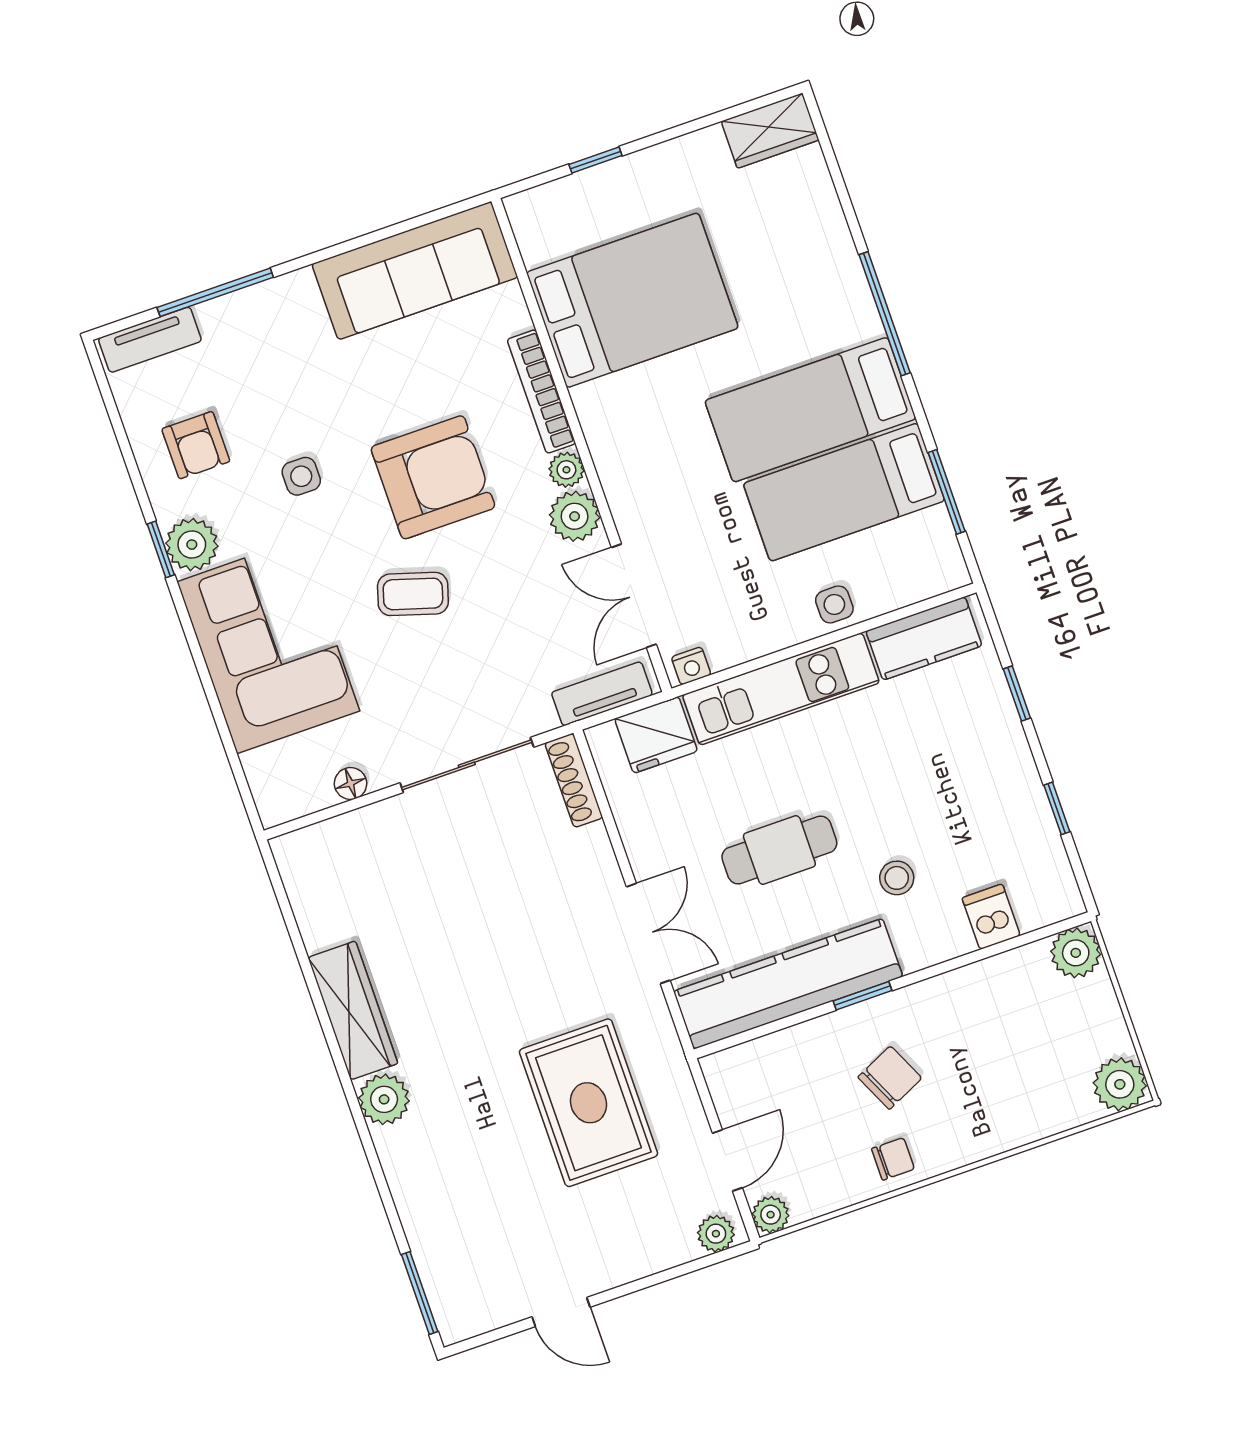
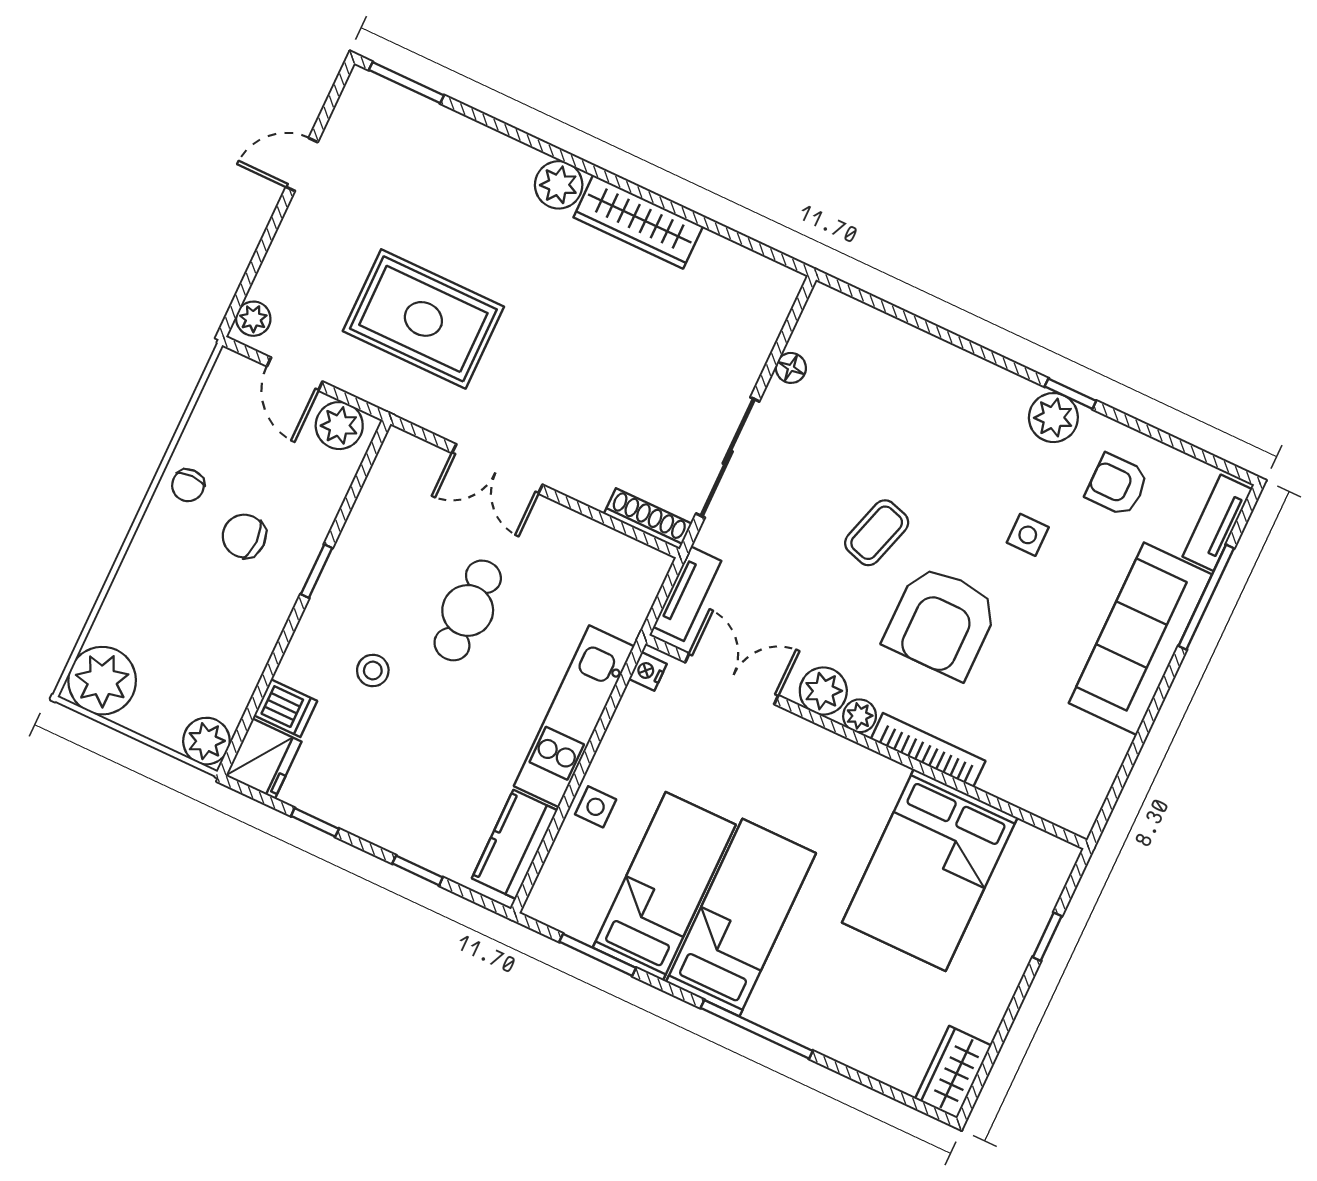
sofa: (415, 271) -> (1140, 639), moved
corner sofa: (268, 646) -> (936, 402), removed
fridge: (656, 735) -> (264, 759), moved, turned 180
kitchen counter: (788, 984) -> (373, 529), removed
chair: (890, 1078) -> (244, 536), turned 115
plant: (1120, 1084) -> (102, 681), width x1.36, depth x1.36
plant: (771, 1215) -> (339, 426), moved, width x1.38, depth x1.38

